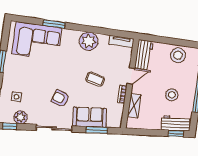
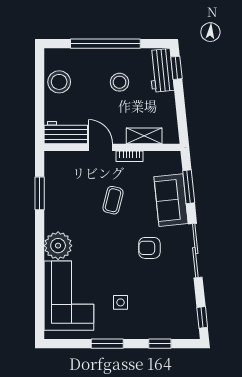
window: (54, 24) -> (40, 193), moved
plant: (89, 41) -> (58, 246), moved
tv unit: (121, 41) -> (51, 169), removed
side table: (16, 97) -> (120, 302), moved
armchair: (60, 98) -> (149, 248), turned 72
plant: (21, 117) -> (186, 303), removed

